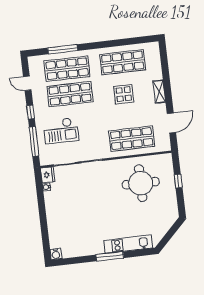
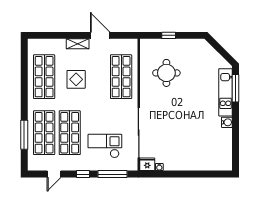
door: (171, 123) -> (100, 35), moved
checkout: (61, 131) -> (105, 146), turned -90
round table: (141, 183) -> (166, 73), width x0.73, depth x0.73
water cooler: (56, 254) -> (227, 122), moved
window: (110, 256) -> (236, 88), moved

